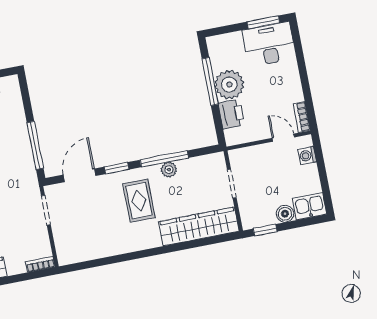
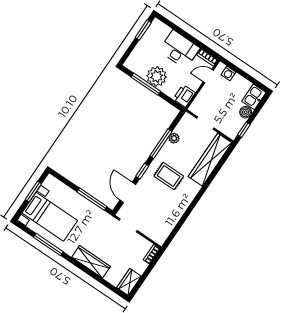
desk: (269, 44) -> (179, 49), moved, turned 90
printer: (231, 114) -> (184, 96), moved, turned -90
plant: (169, 170) -> (174, 138), moved

